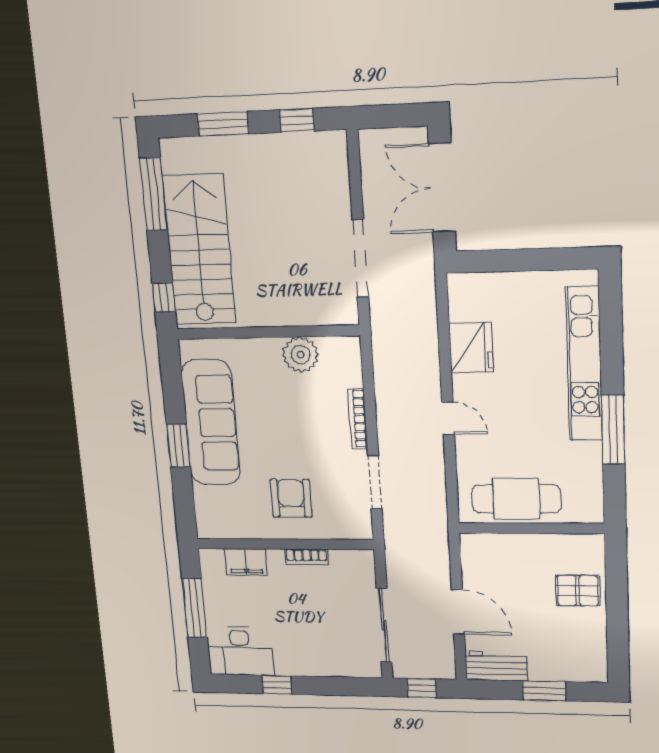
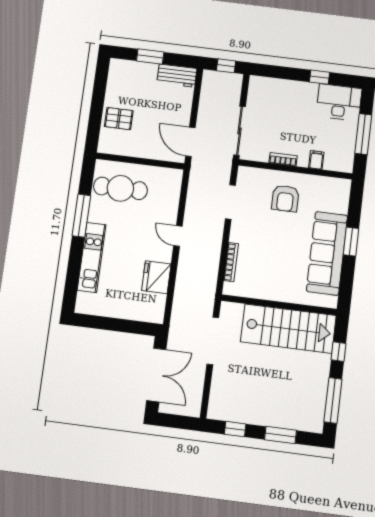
stairs: (199, 250) -> (288, 329), moved, turned -90
window: (164, 297) -> (339, 352), moved
plant: (301, 355) -> (261, 288), removed
kitchen unit: (584, 364) -> (92, 257), width x0.73
bookcase: (358, 419) -> (231, 262), moved
cafe table: (516, 499) -> (120, 188), moved
filing cabinet: (246, 562) -> (316, 160), width x0.50
door: (458, 612) -> (190, 142), moved
sliding door: (384, 625) -> (240, 131), moved

